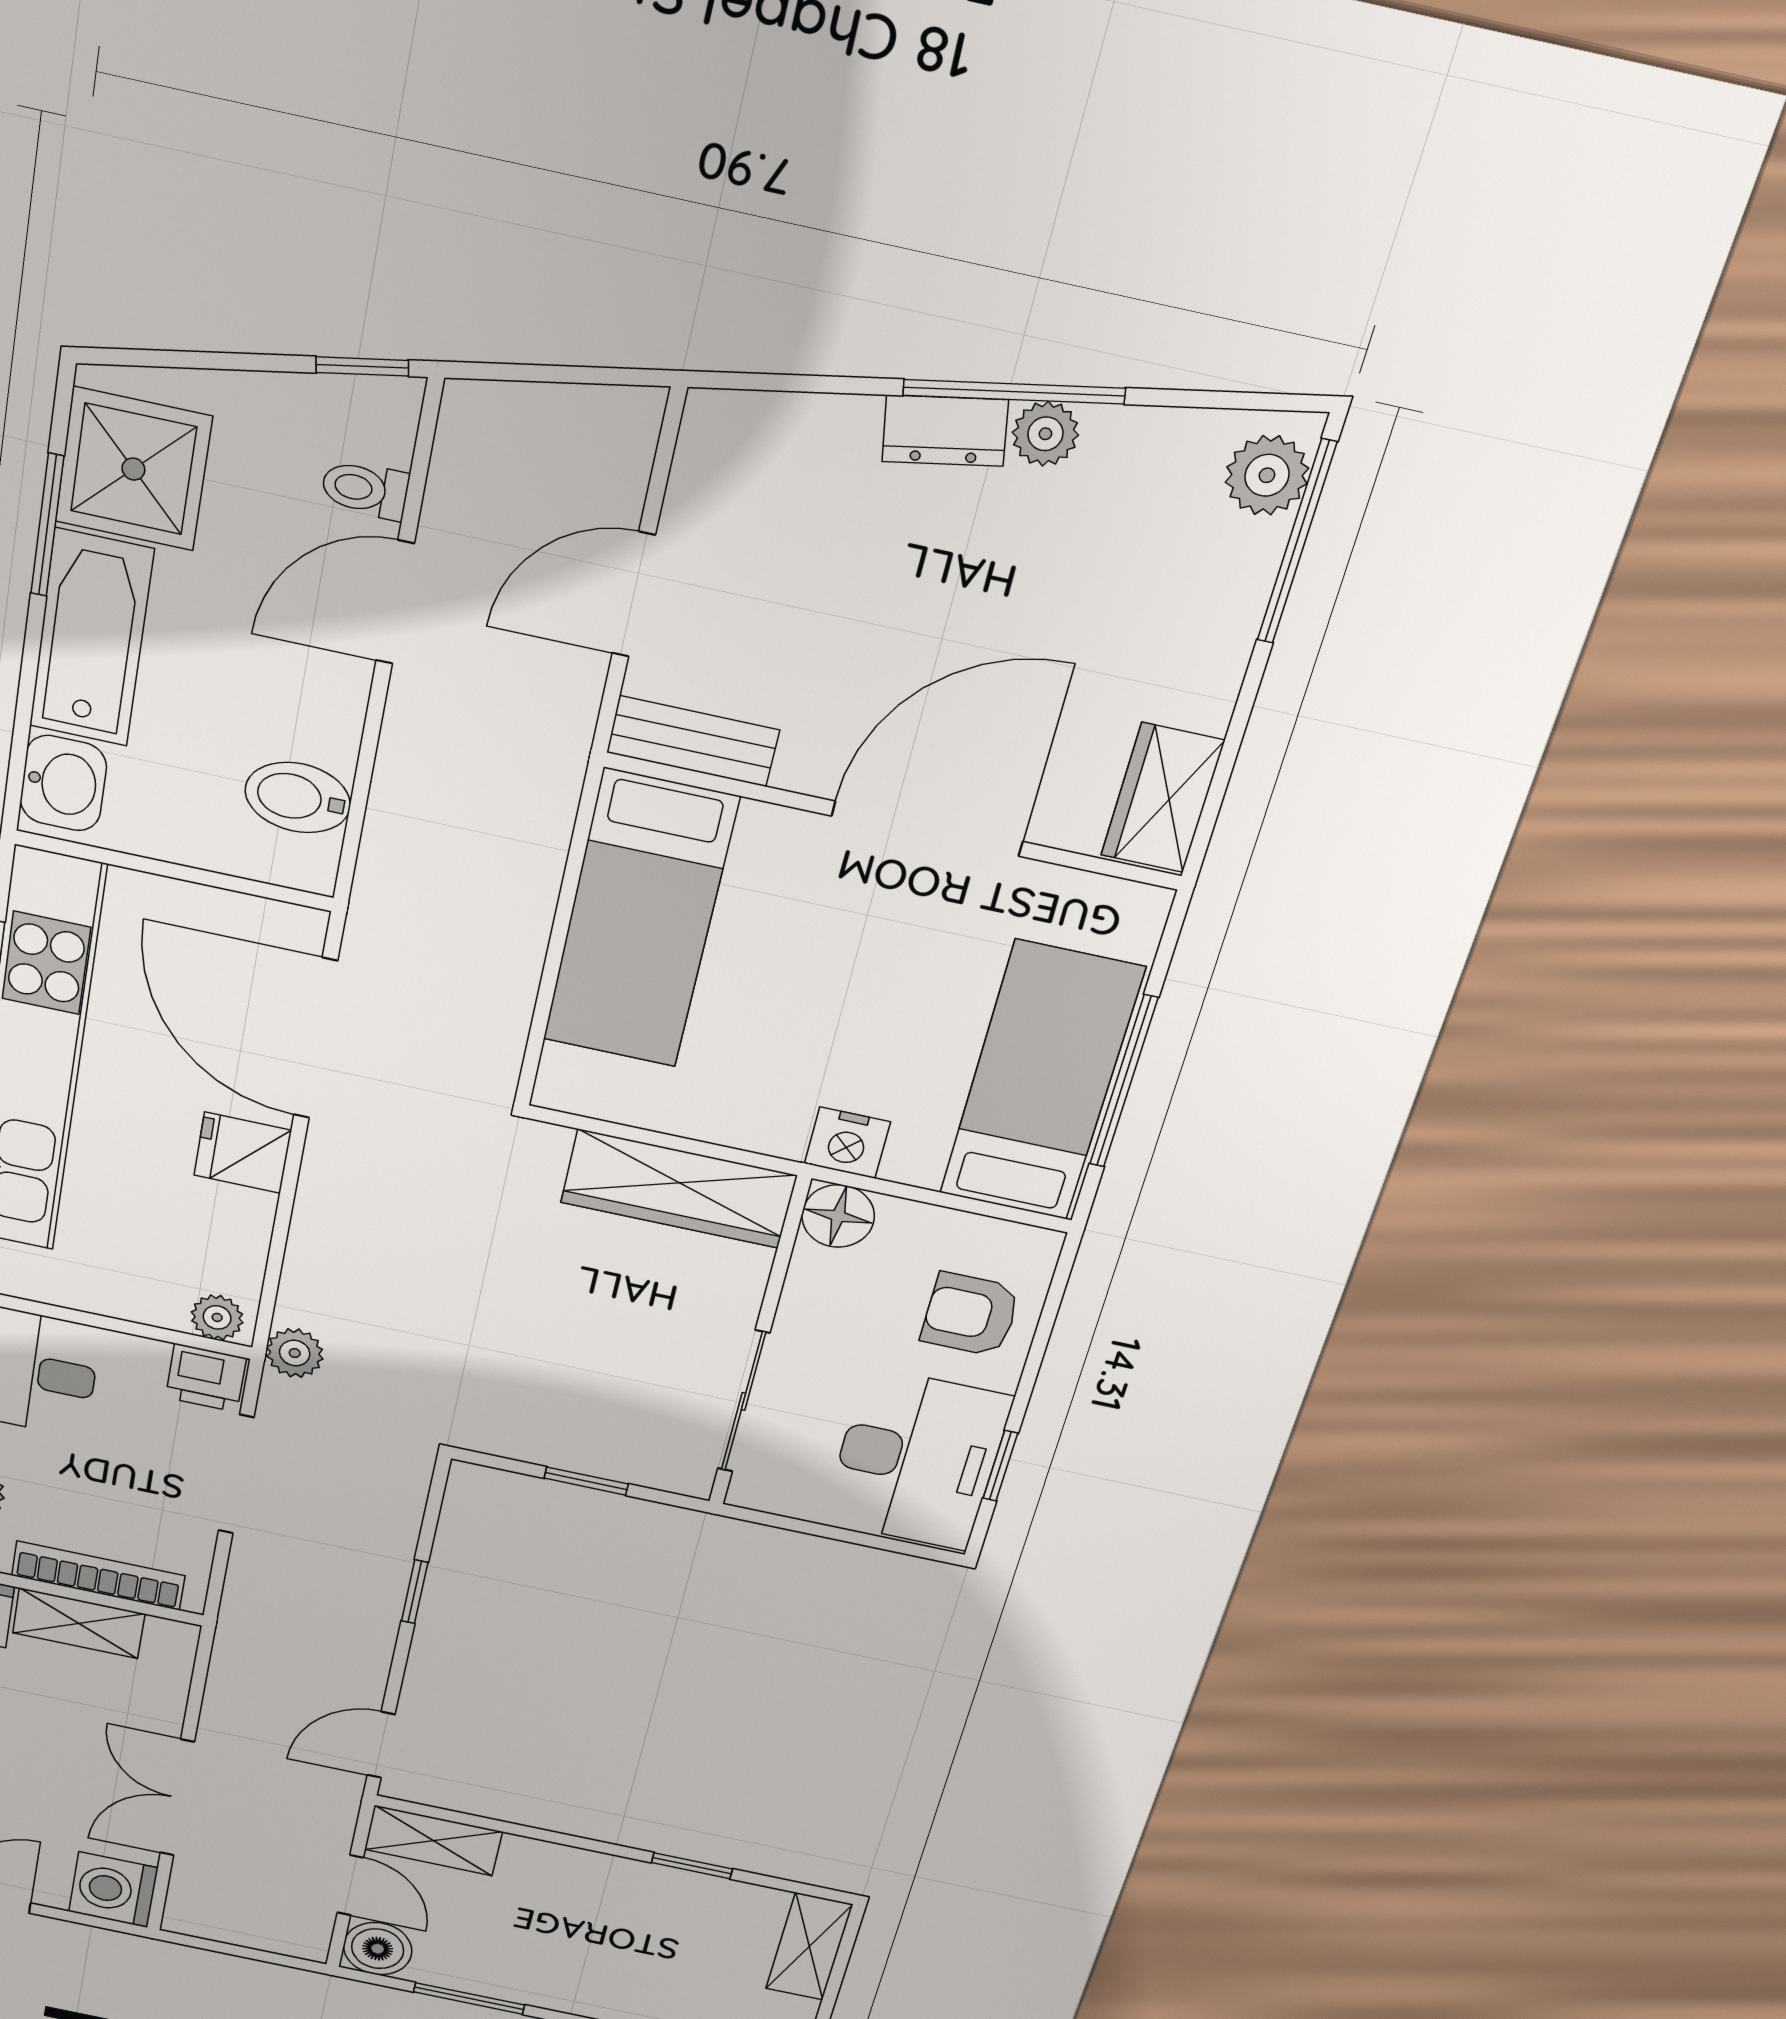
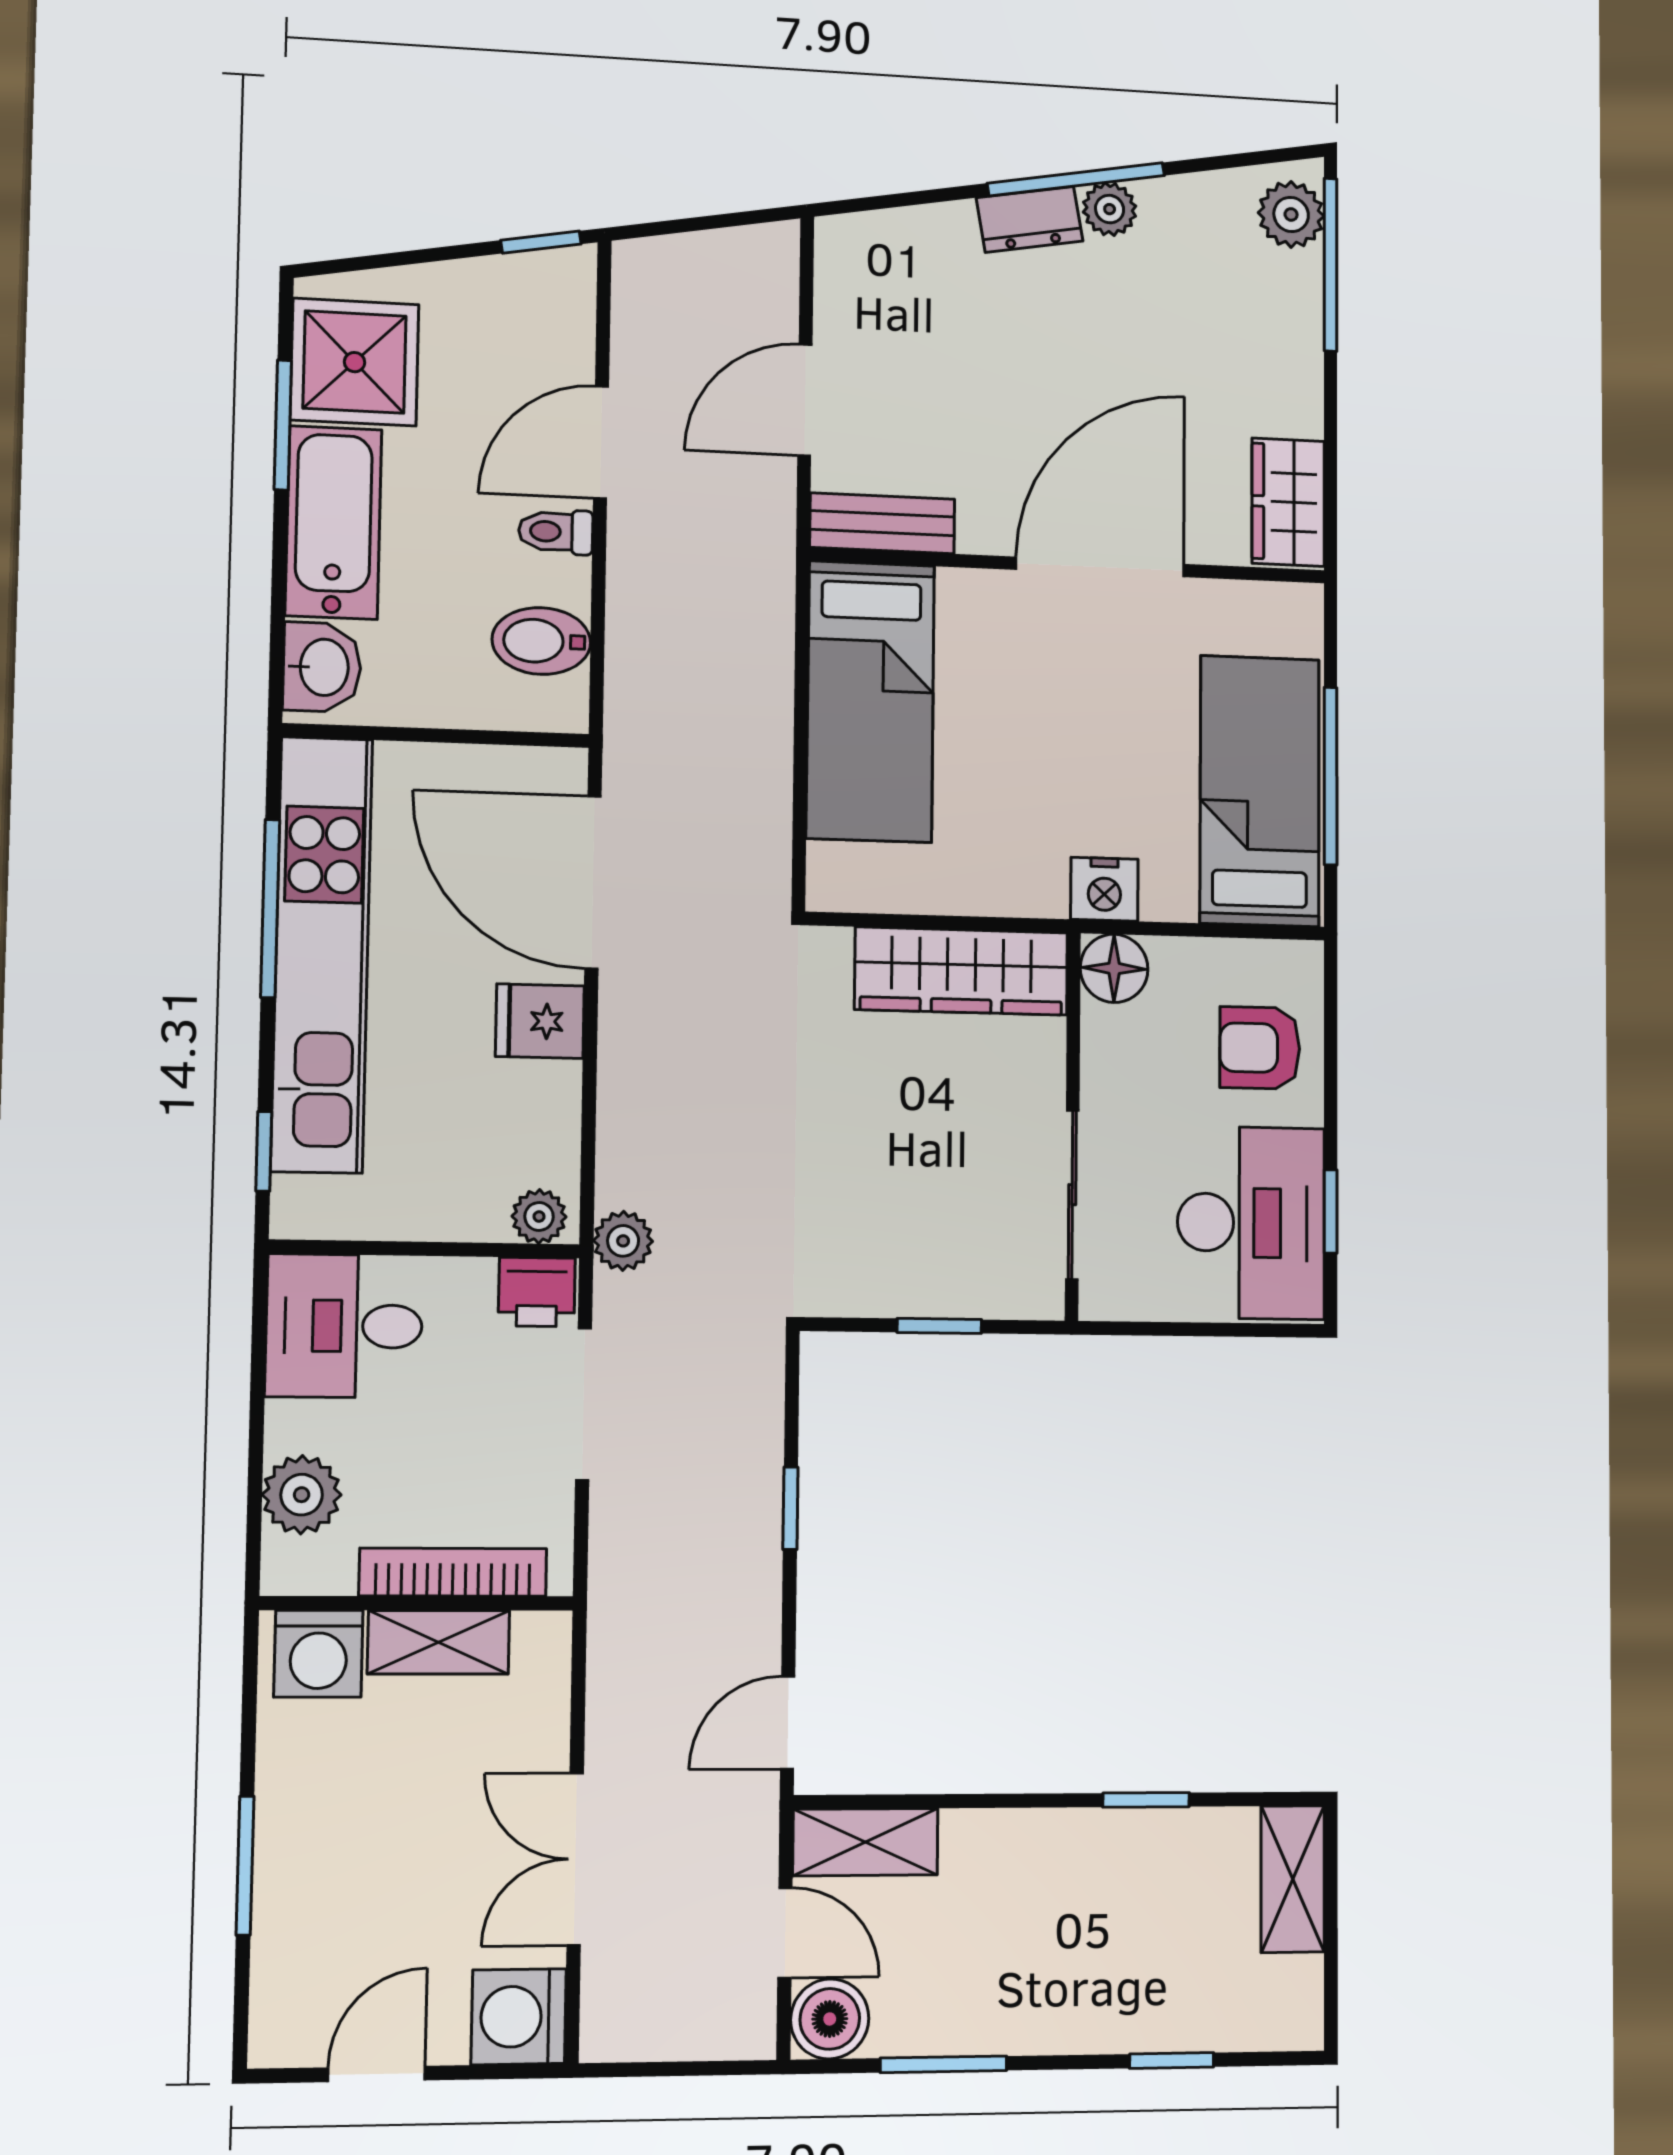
toilet: (365, 489) -> (556, 532), moved

